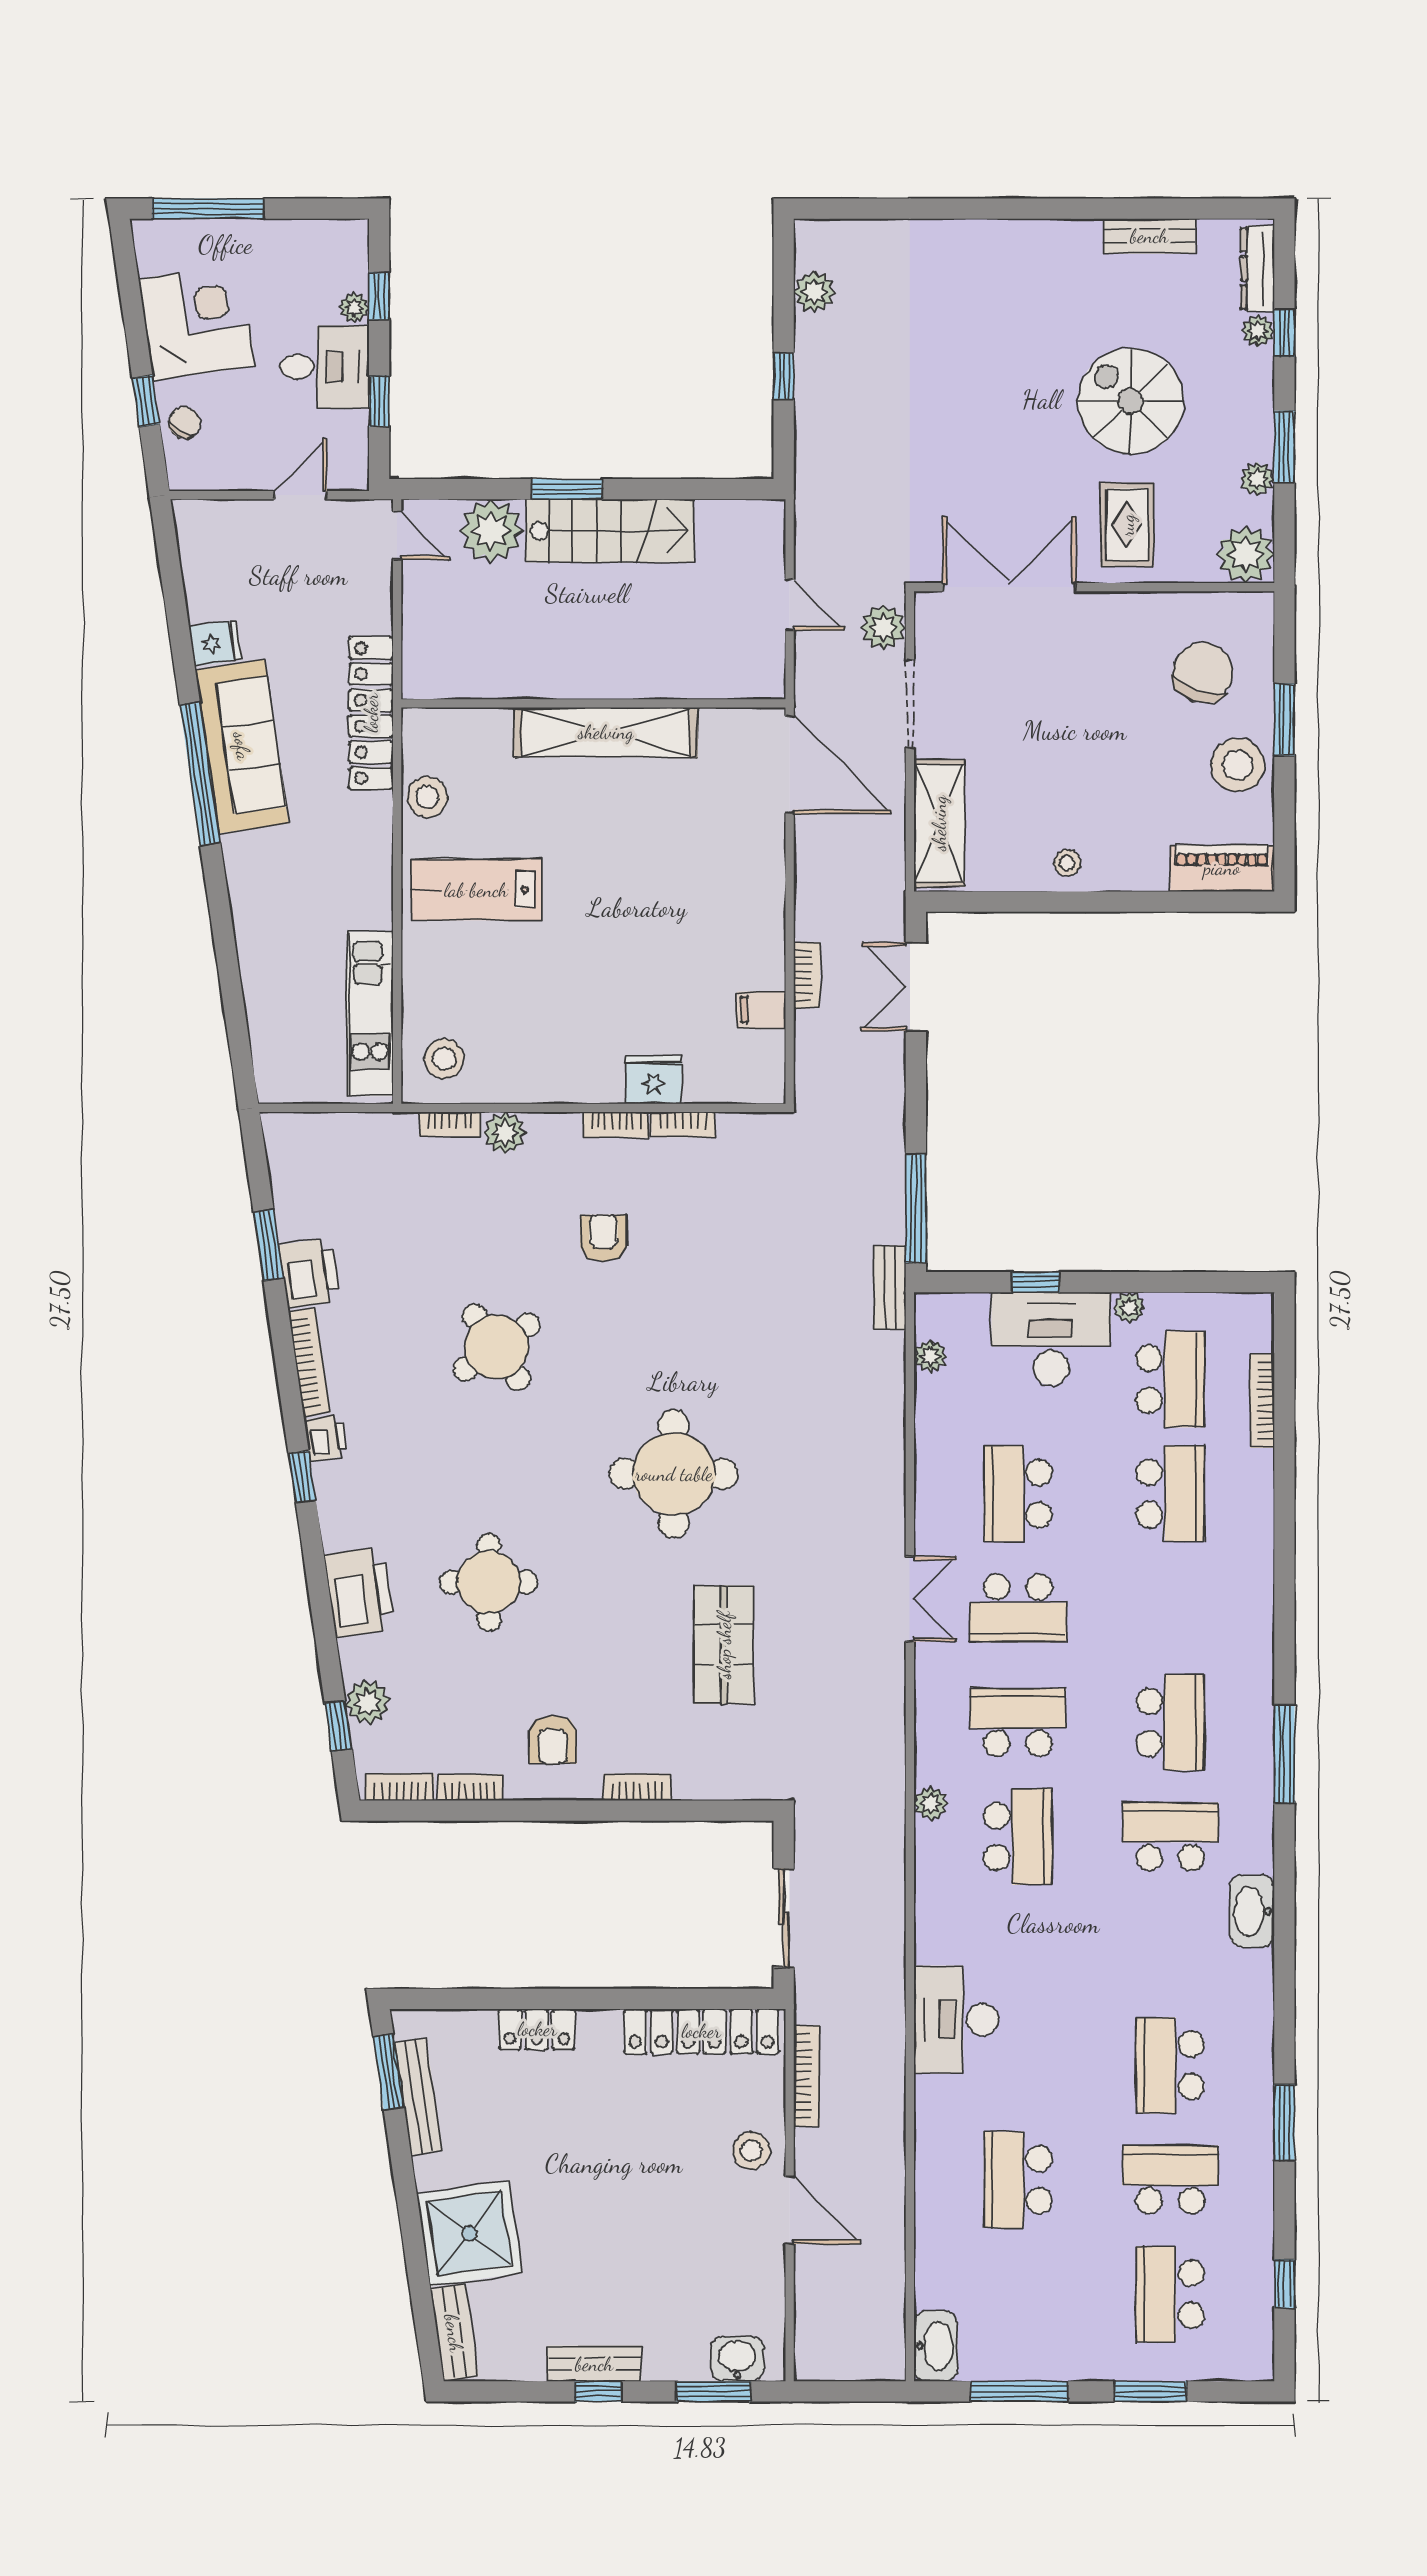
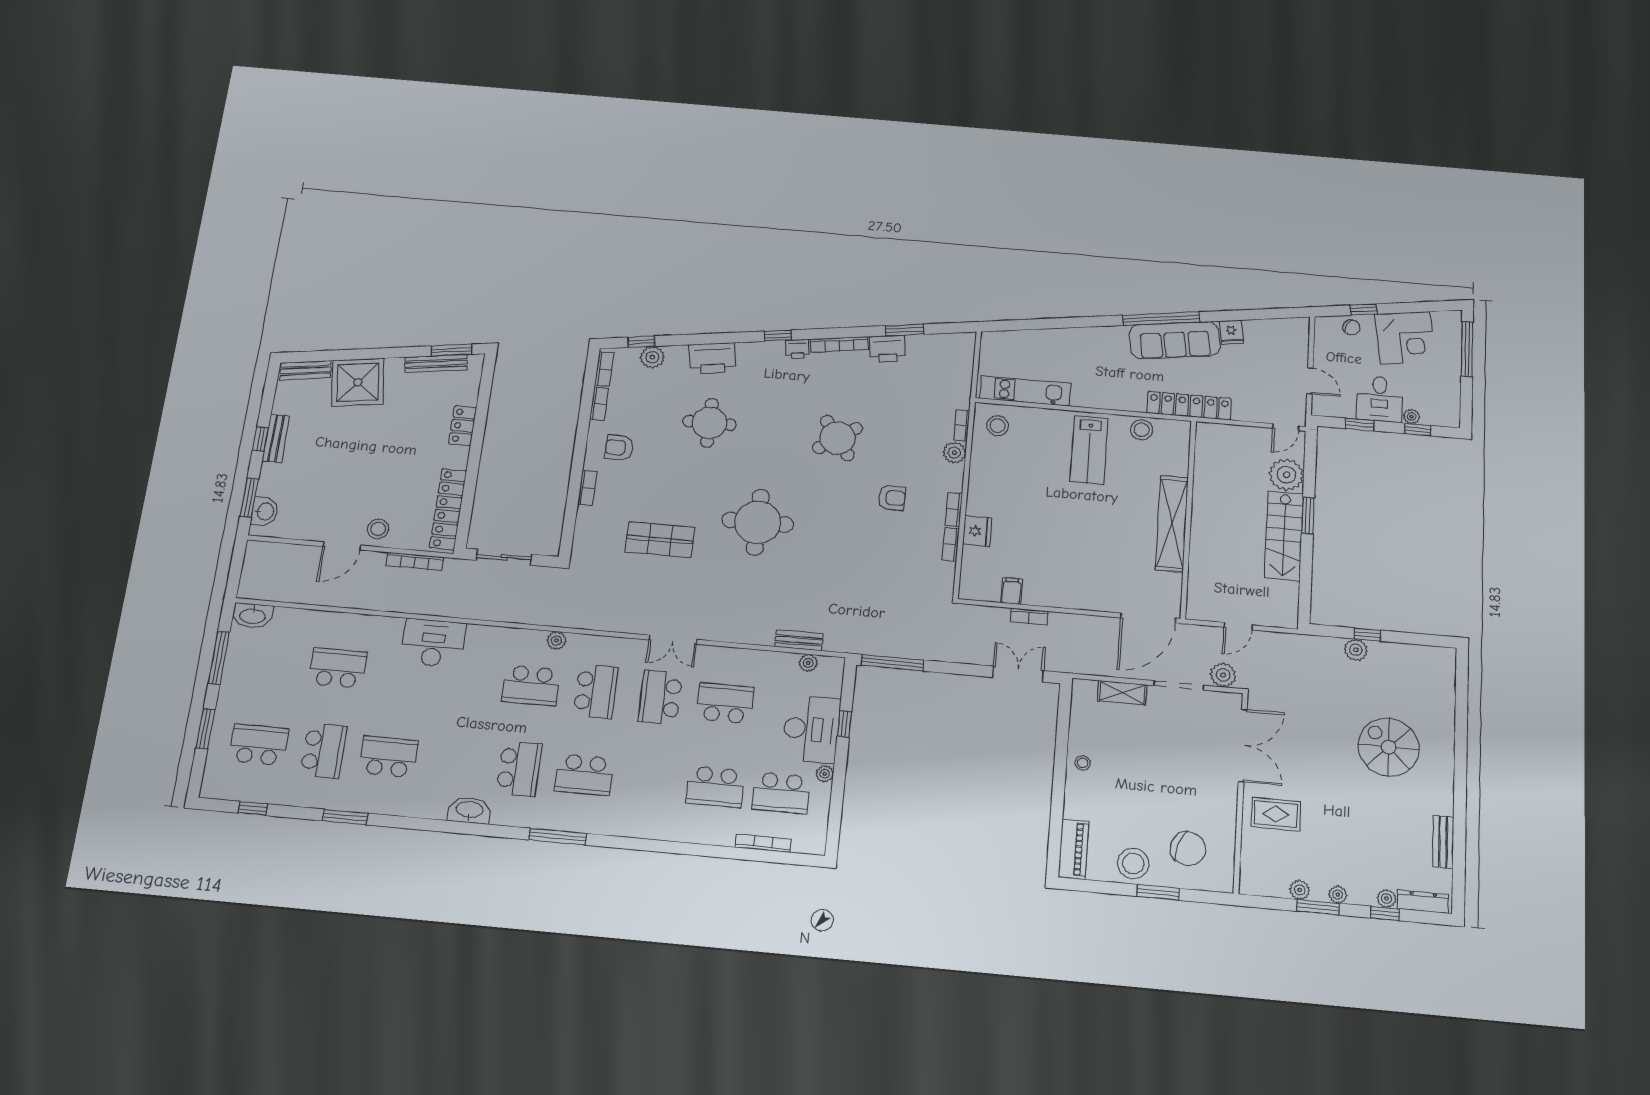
plant: (814, 292) -> (1356, 650), moved
spiral stairs: (1131, 401) -> (1389, 747), moved, turned -90
plant: (1246, 554) -> (1338, 895), moved, width x0.53, depth x0.53
shelving: (939, 823) -> (1122, 693), width x0.67, depth x0.75
lab bench: (476, 890) -> (1089, 450), turned 180
bench: (890, 1287) -> (799, 640), moved

